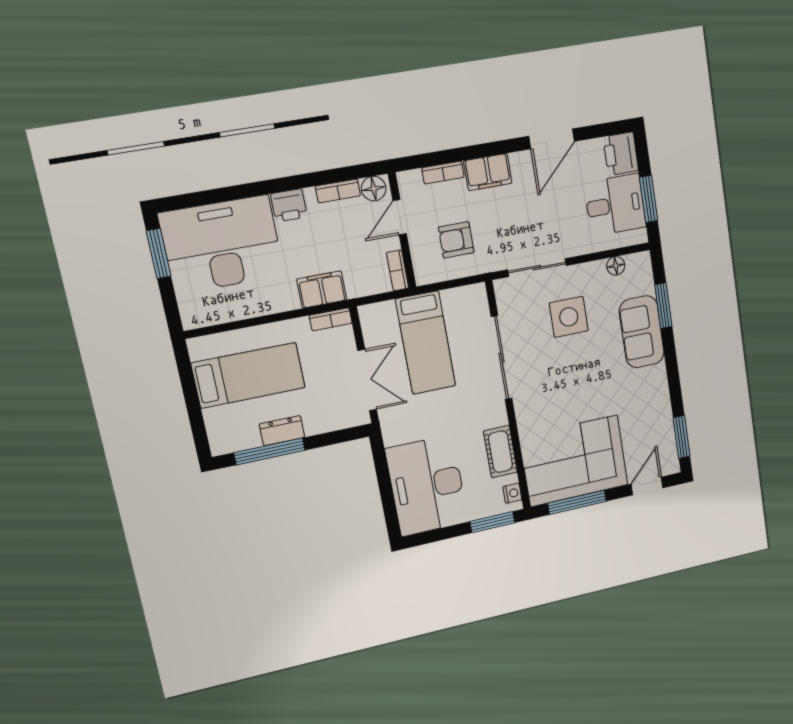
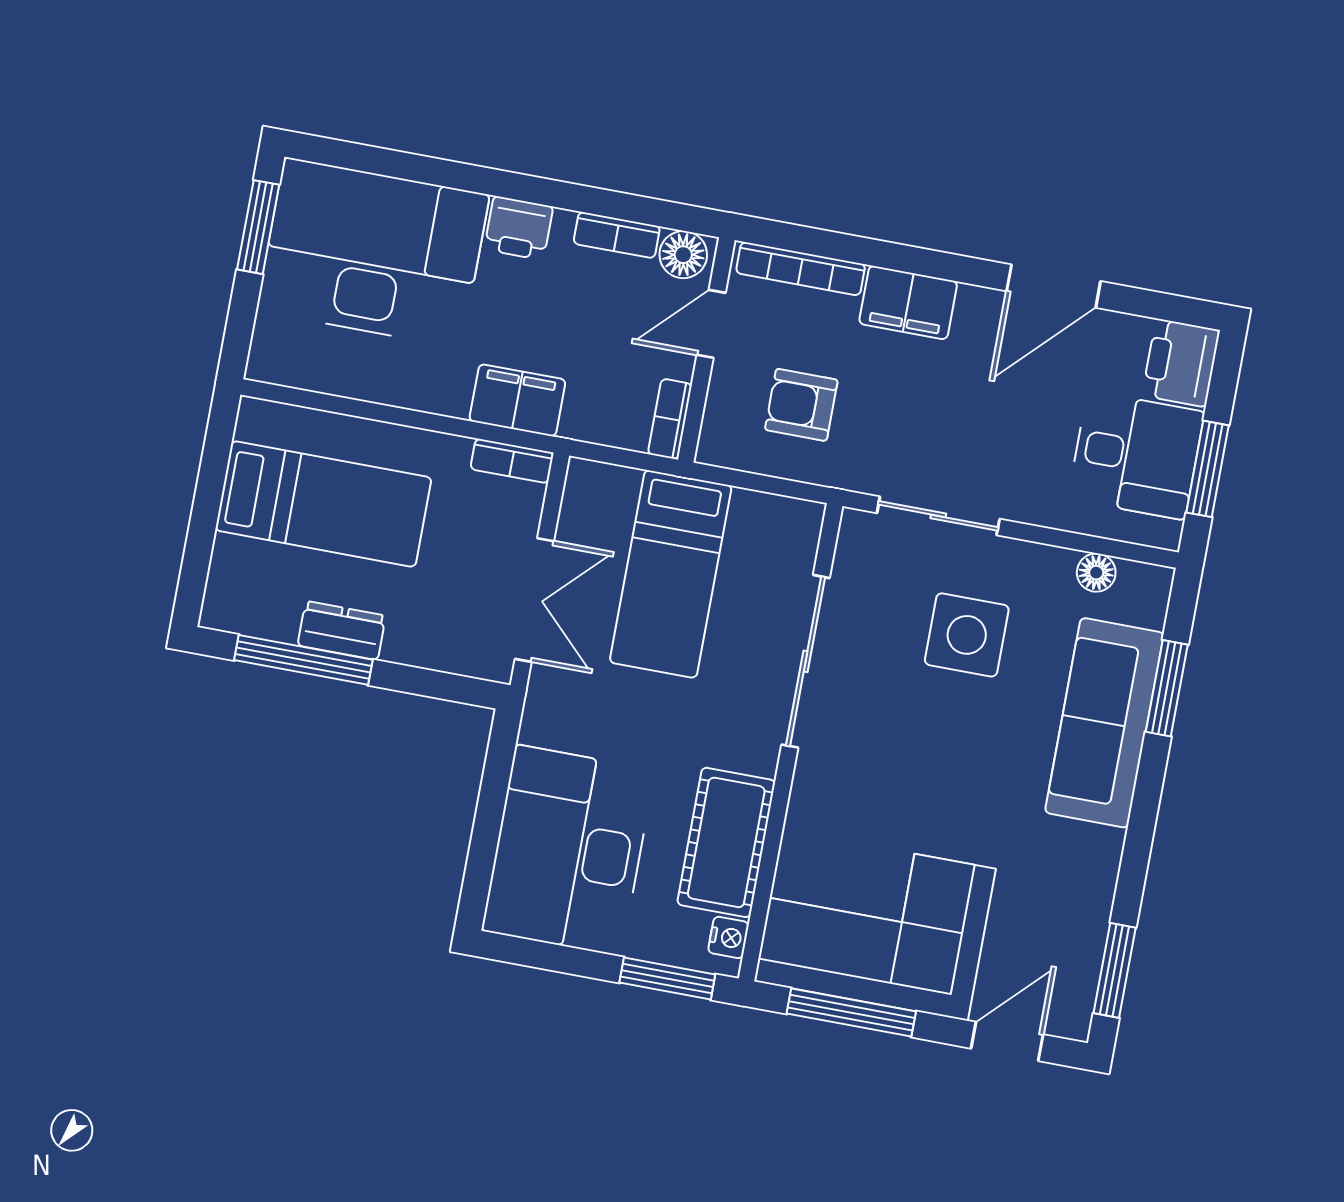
bookcase: (443, 173) -> (801, 269), width x1.56
sofa: (642, 332) -> (1104, 723), width x1.36
cot: (500, 452) -> (726, 842), width x1.37, depth x1.34

